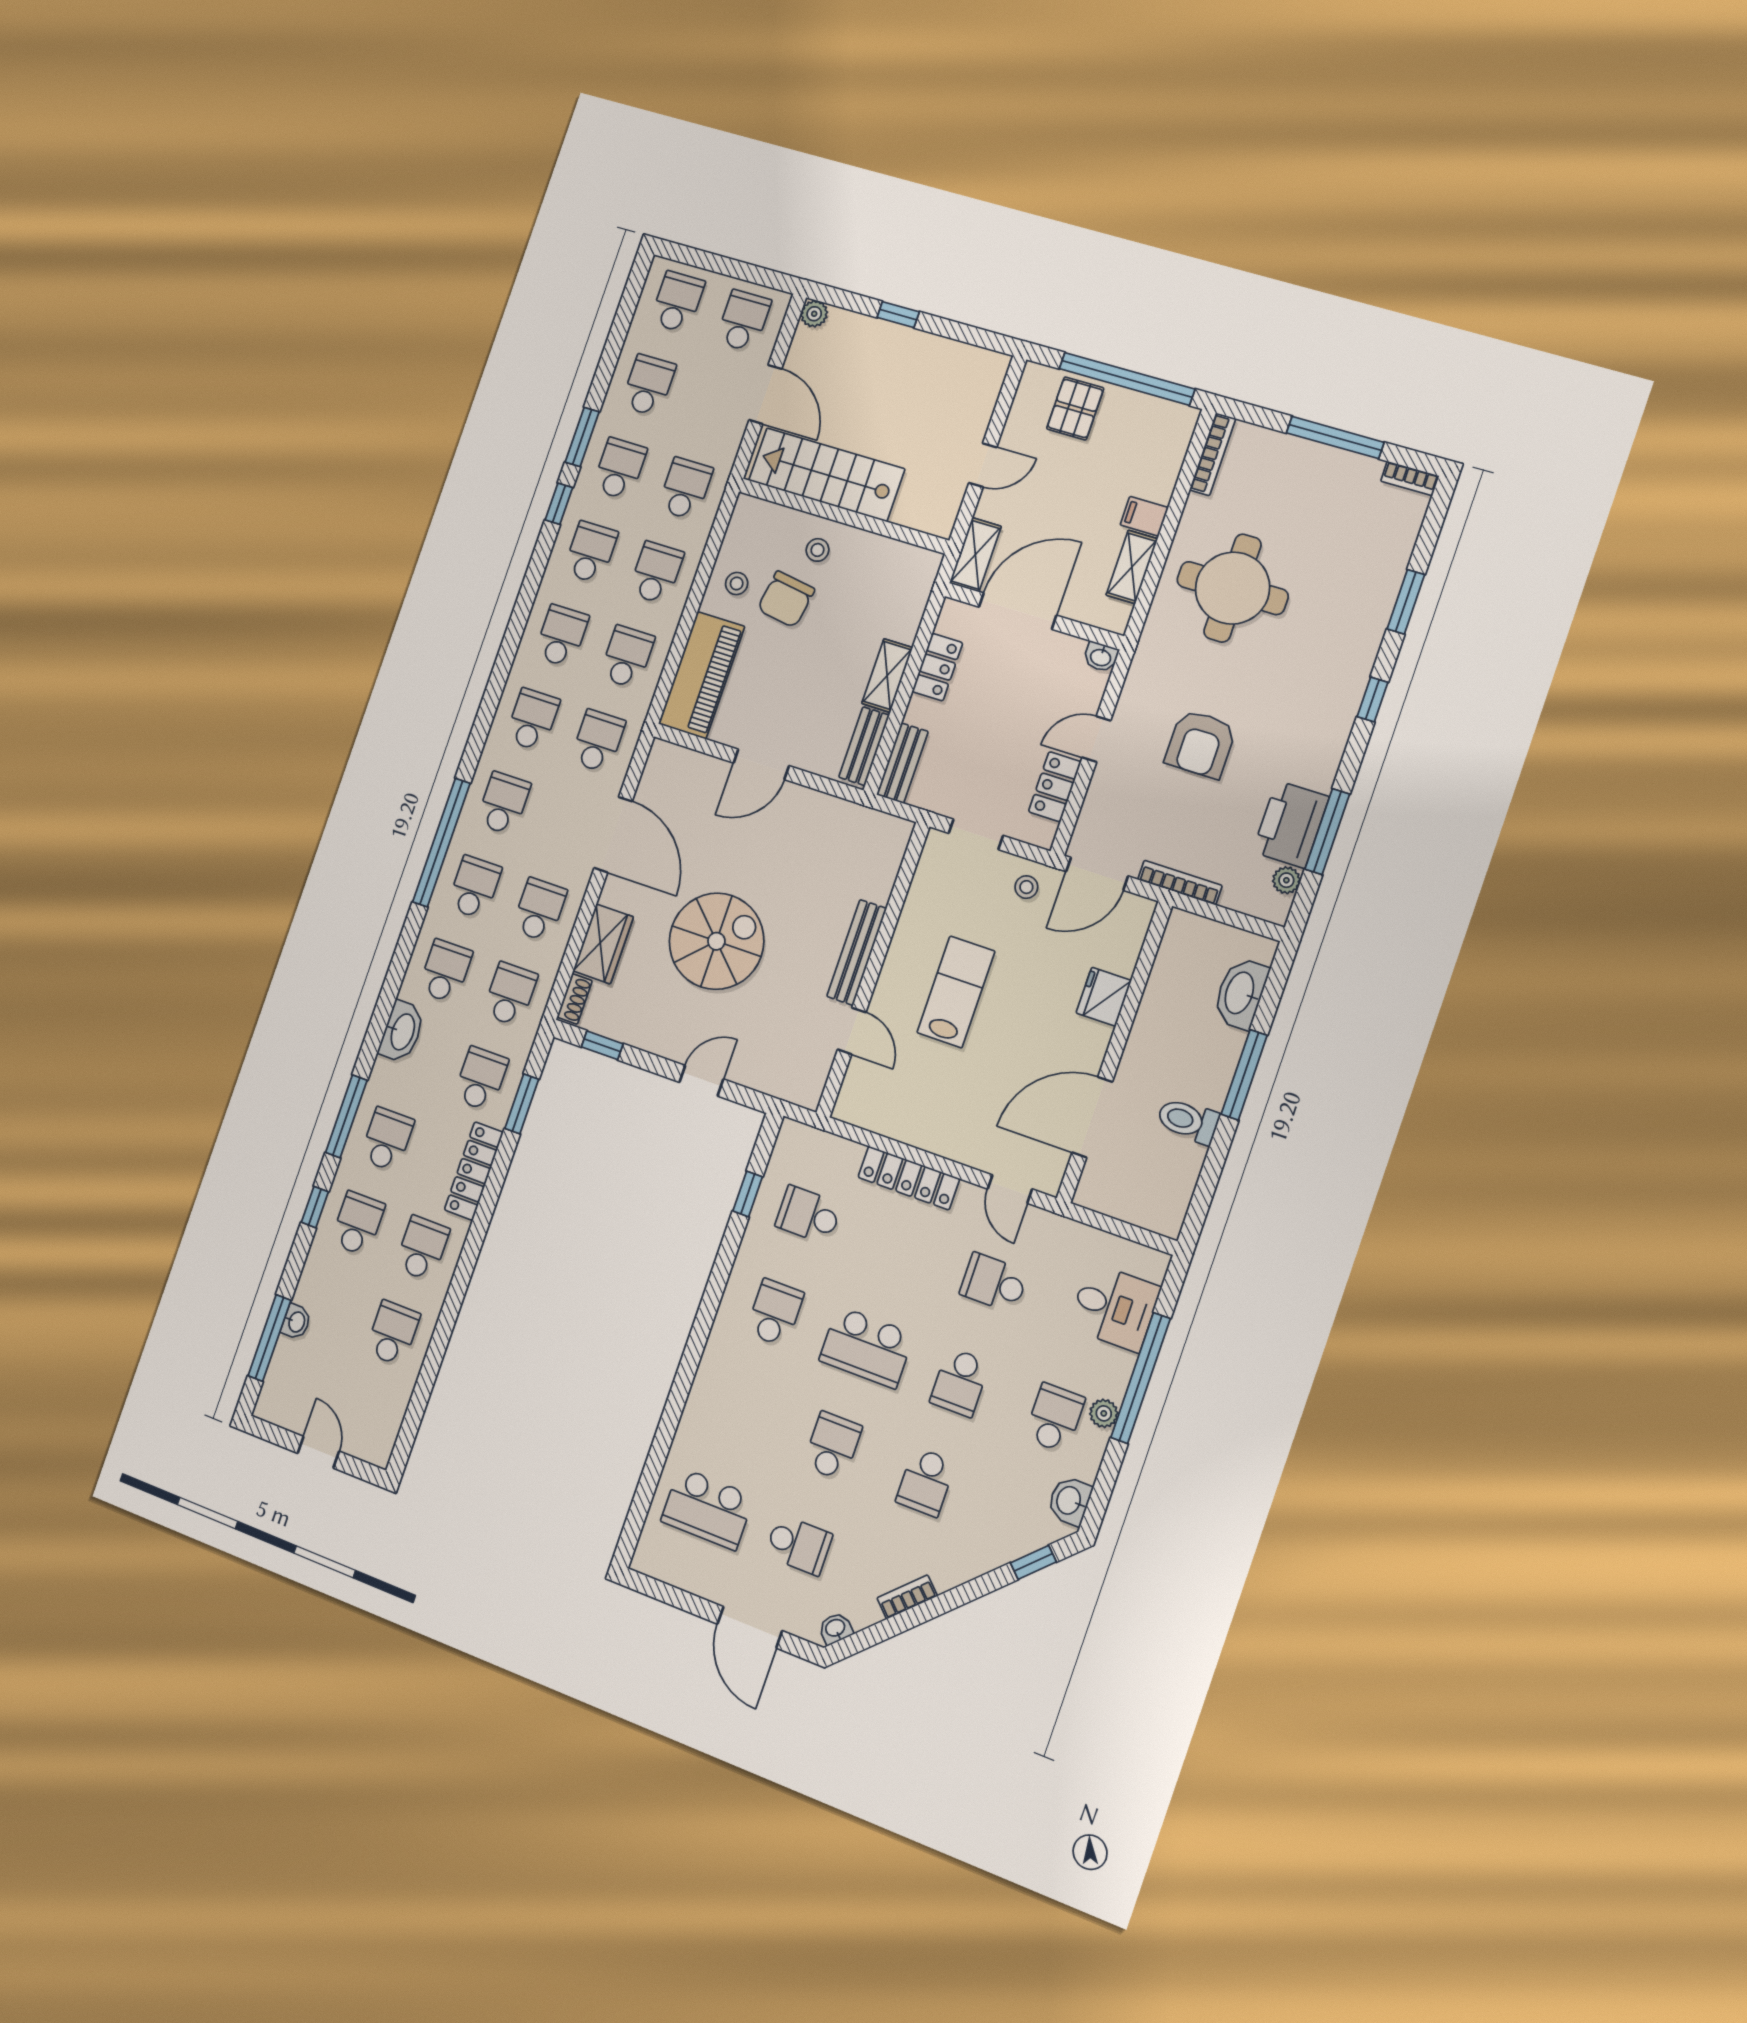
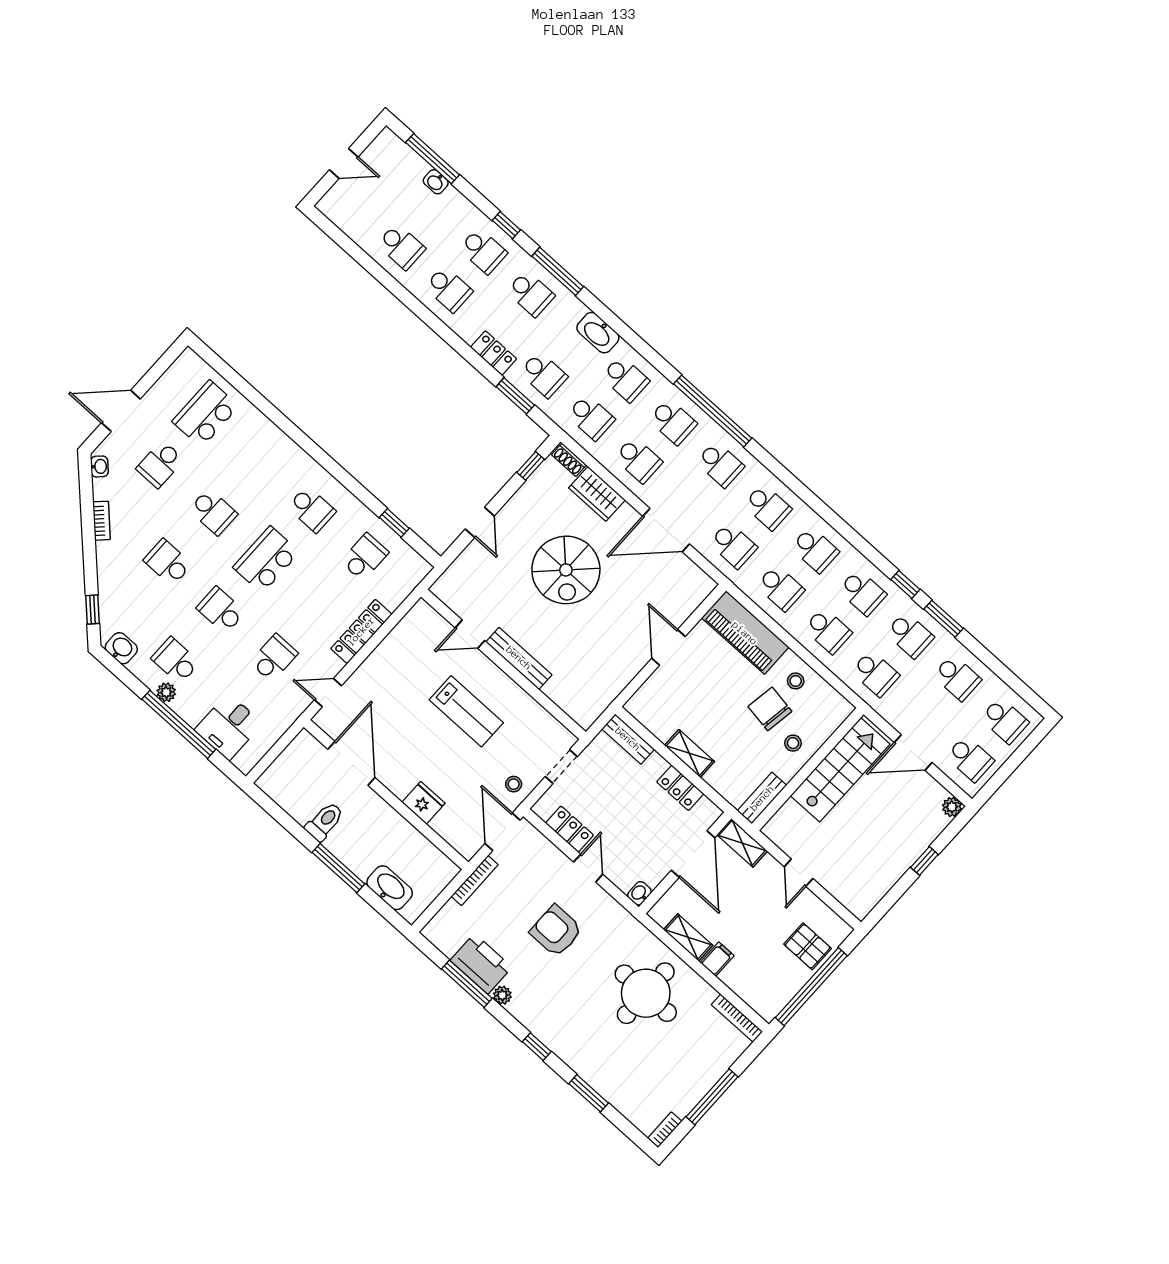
bench: (864, 746) -> (762, 798), moved, turned 90
plant: (1286, 880) -> (502, 995), moved
locker: (474, 1171) -> (494, 353), width x0.66
school desk: (1055, 1418) -> (175, 660), turned 180

